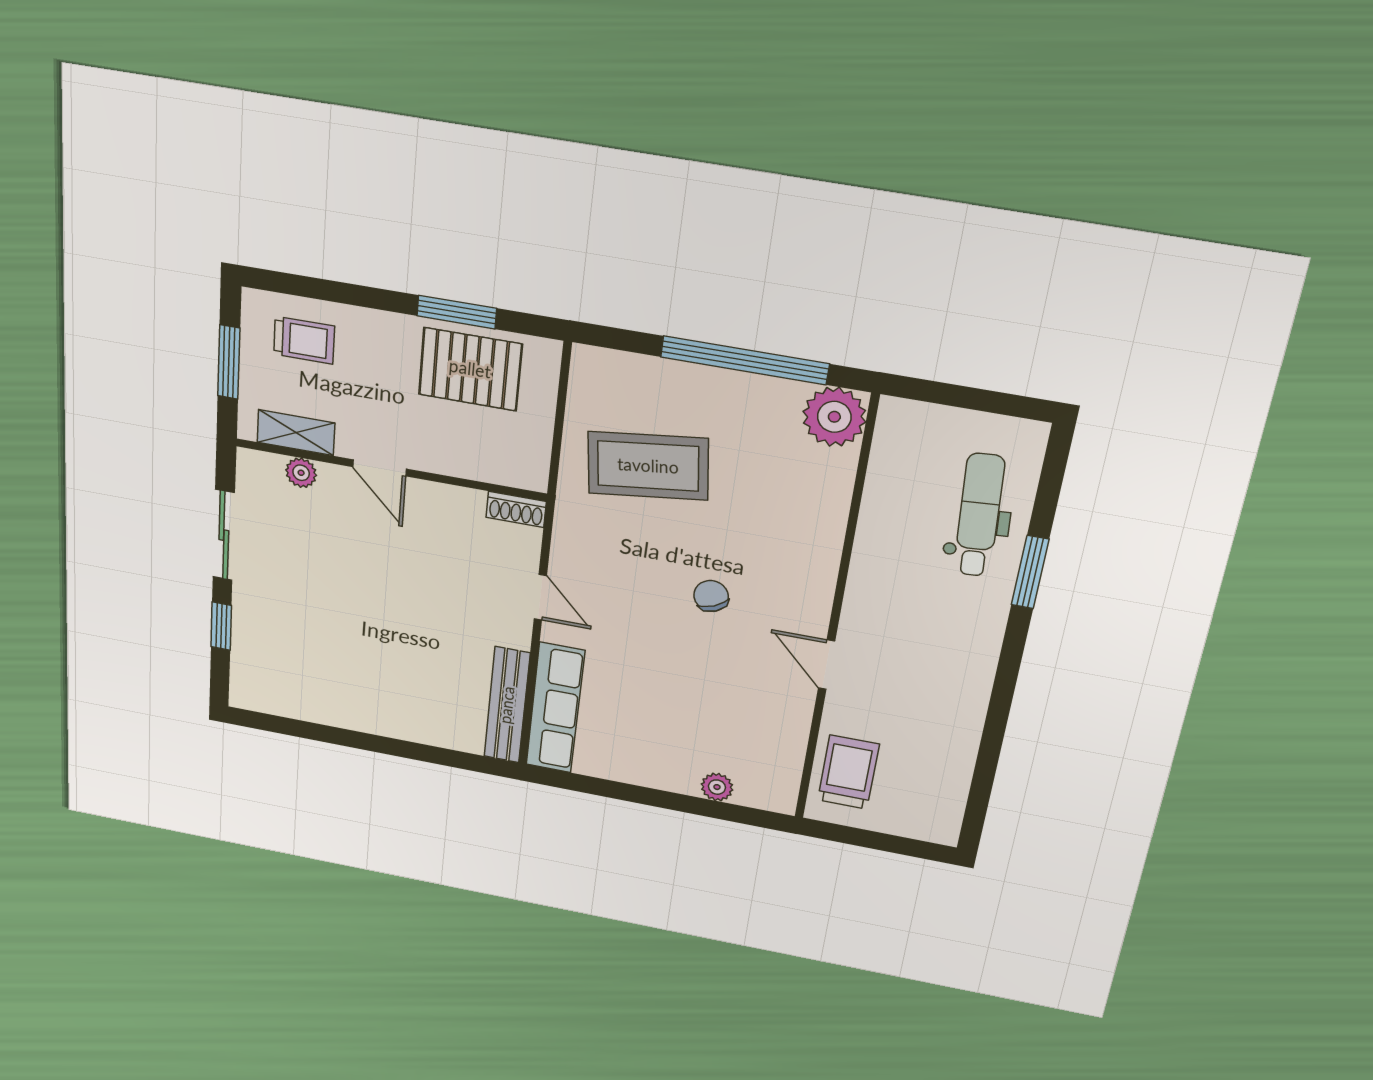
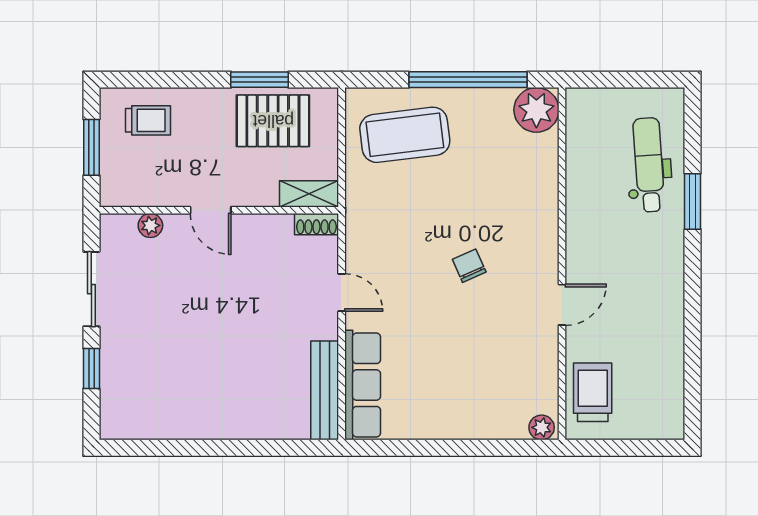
shelving: (296, 433) -> (309, 194), moved
coffee table: (648, 466) -> (405, 135), moved
door: (827, 665) -> (562, 305), swing flipped
plant: (717, 787) -> (542, 427), moved

